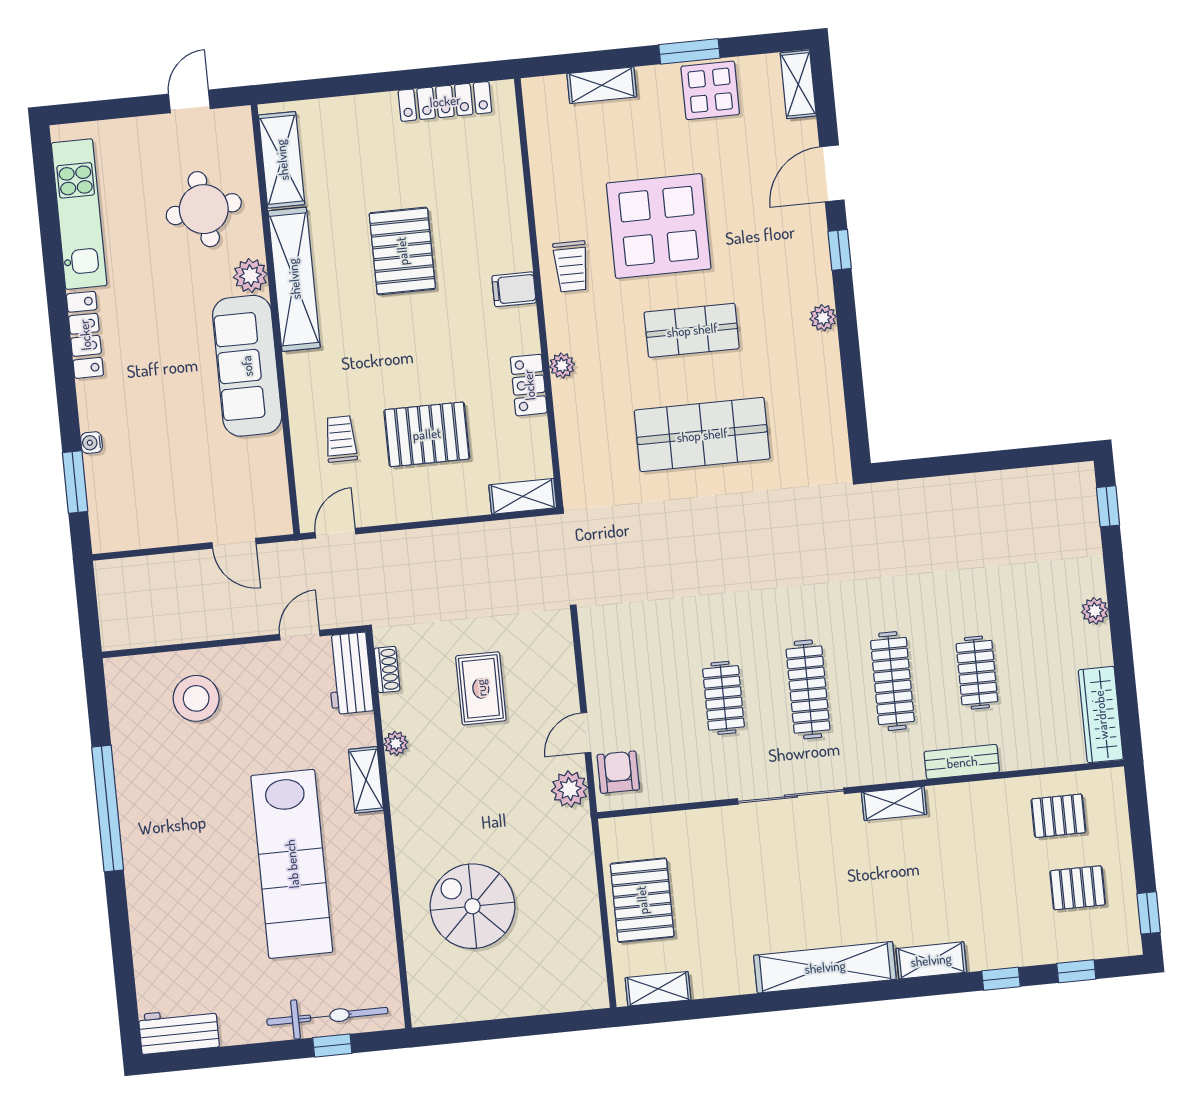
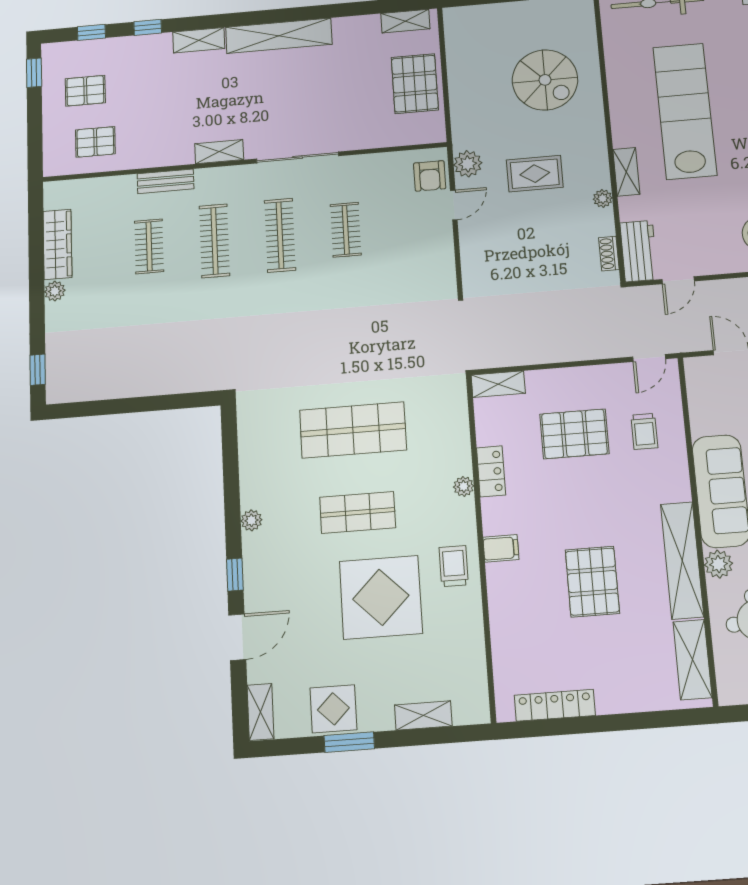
rug: (481, 688) -> (535, 174), moved, turned 90
wardrobe: (1101, 715) -> (57, 244), moved

